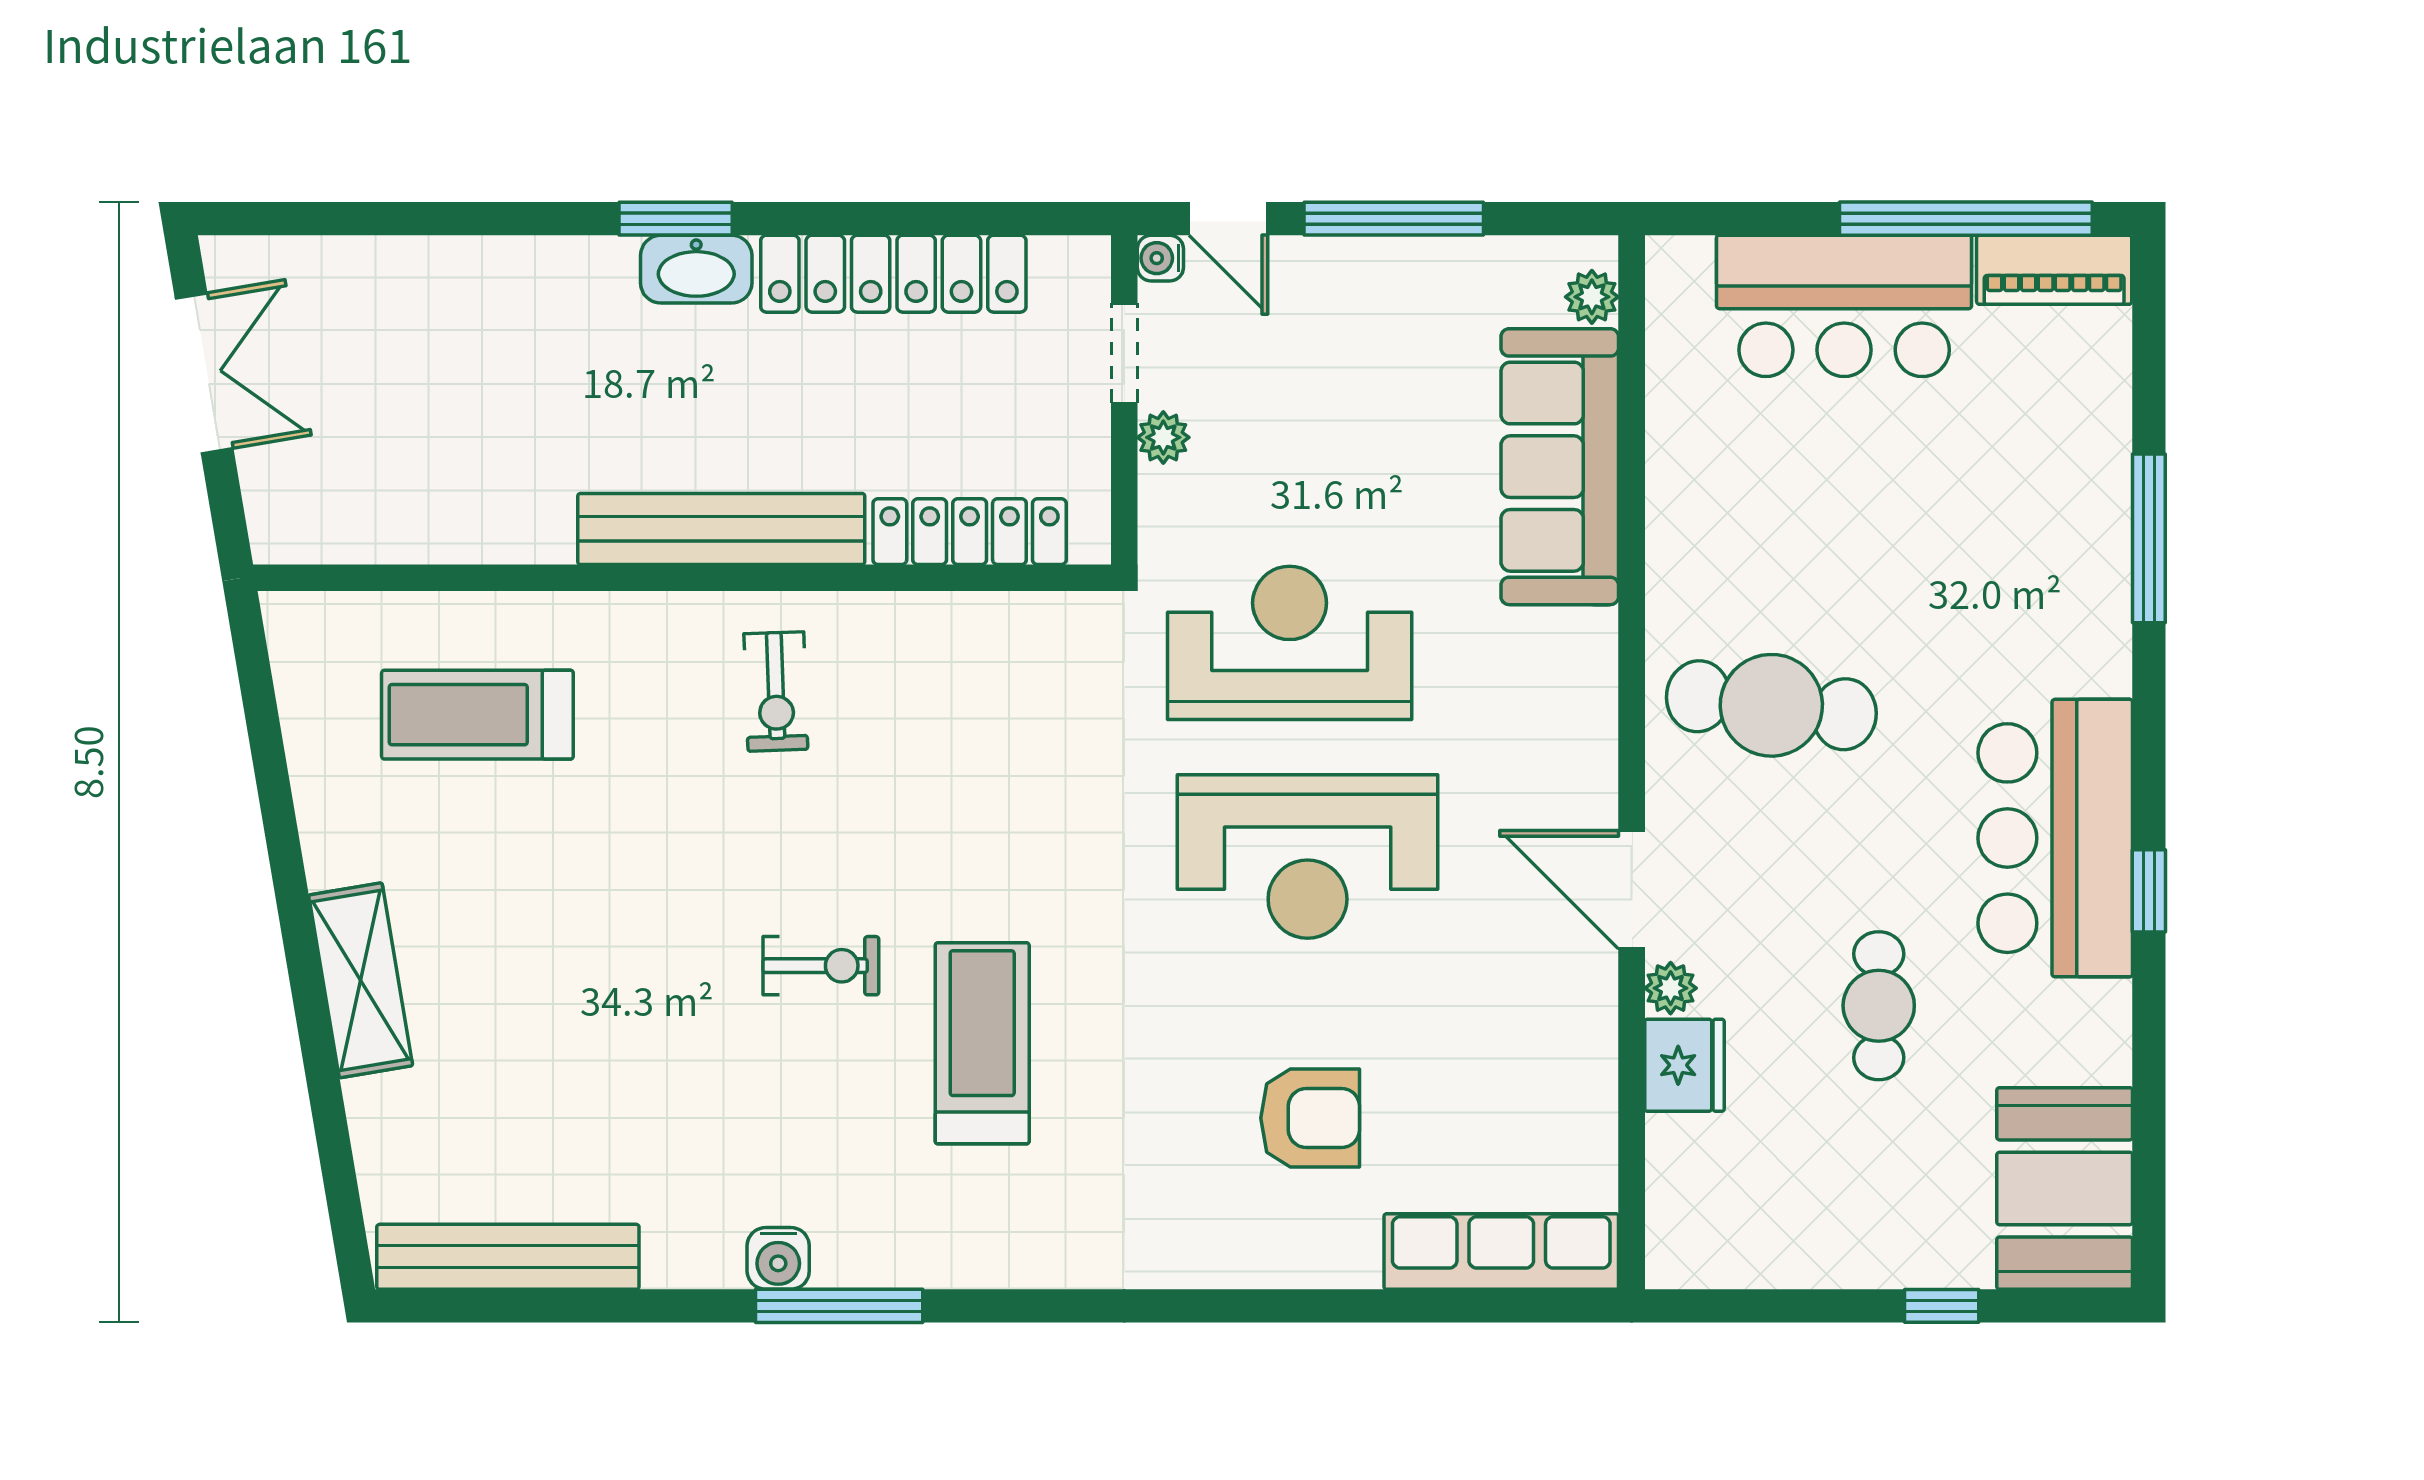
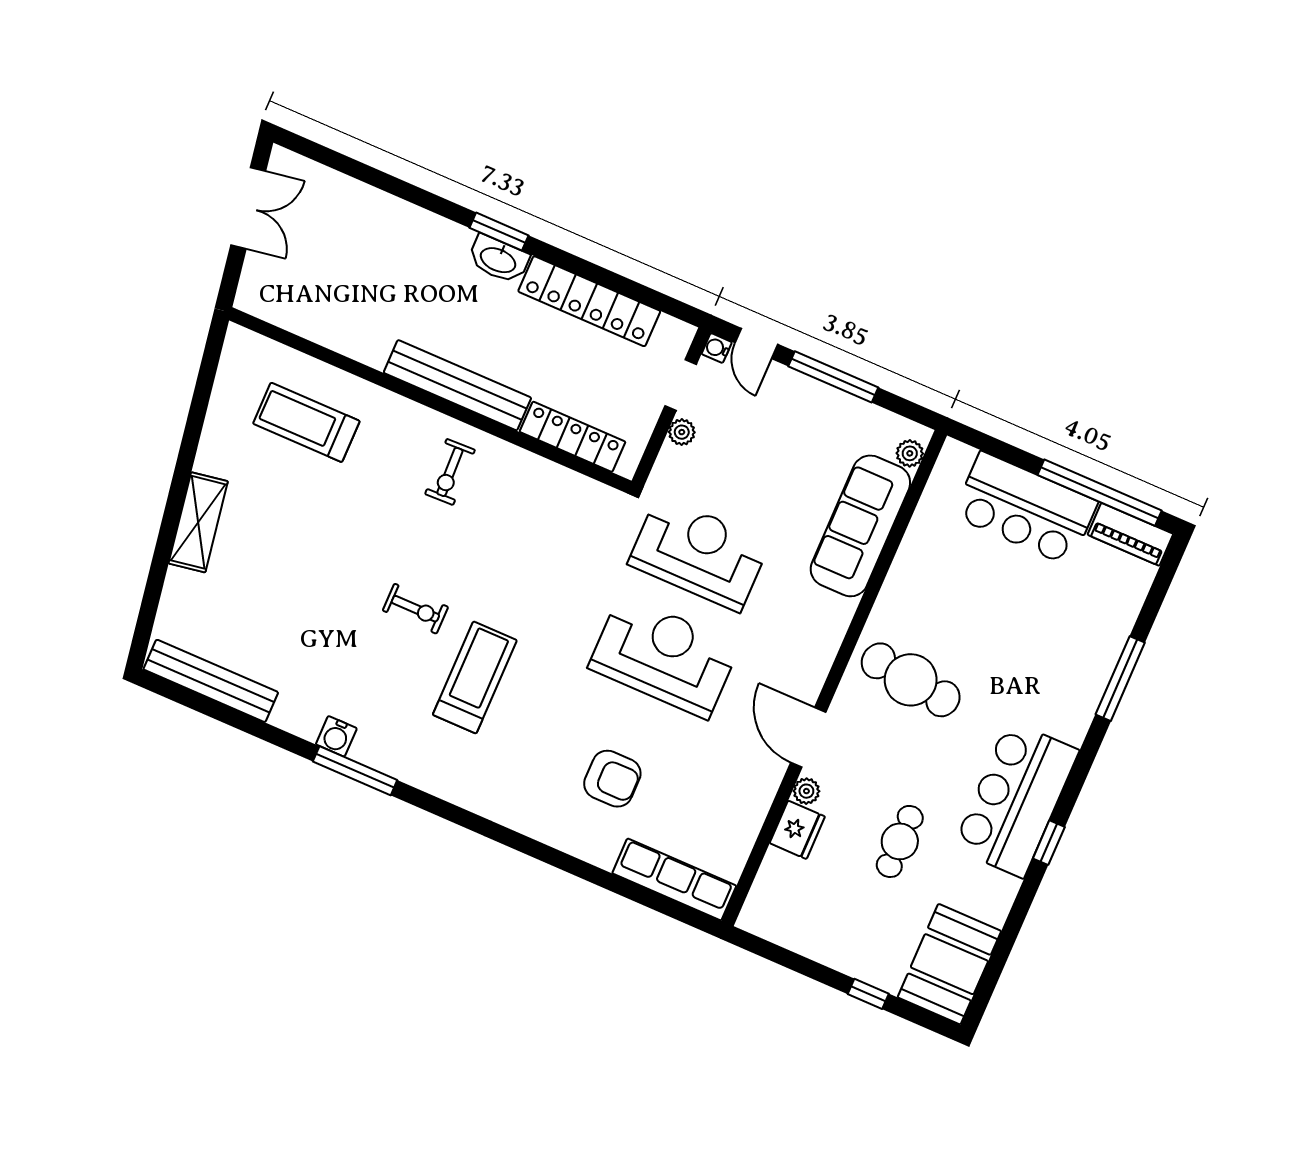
reception desk: (1308, 857) -> (664, 656), turned 180

